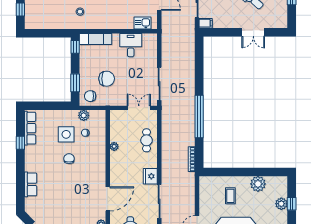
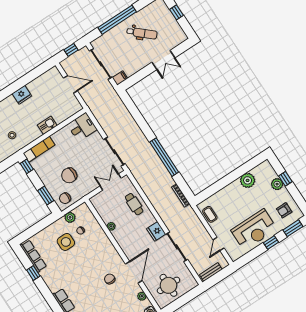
kitchen sink: (142, 23) -> (47, 125), moved
desk: (131, 45) -> (82, 127), moved, turned 90
chair: (107, 79) -> (69, 175), turned 180
chair: (69, 159) -> (110, 279), moved
coffee table: (230, 196) -> (210, 214), moved

